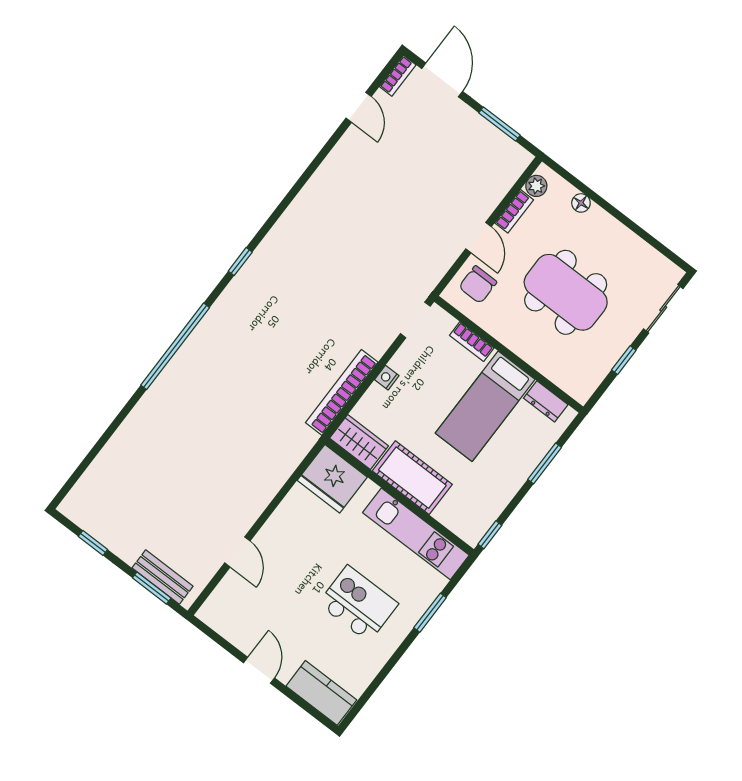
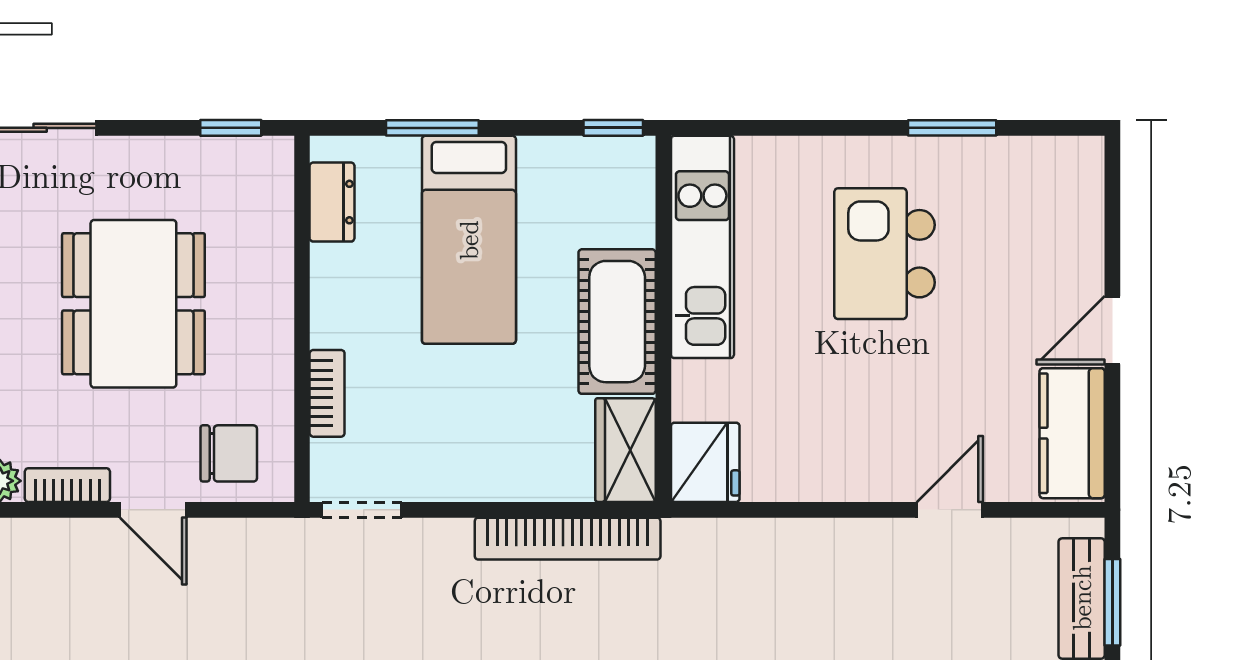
door: (478, 238) -> (153, 510), swing flipped
window: (624, 360) -> (231, 128), moved
nightstand: (387, 378) -> (489, 485), removed
bed: (485, 406) -> (469, 240), moved, turned 90
fridge: (332, 479) -> (705, 462), width x0.73, depth x0.75
window: (430, 613) -> (952, 128), moved
kitchen counter: (321, 693) -> (1072, 433), moved

